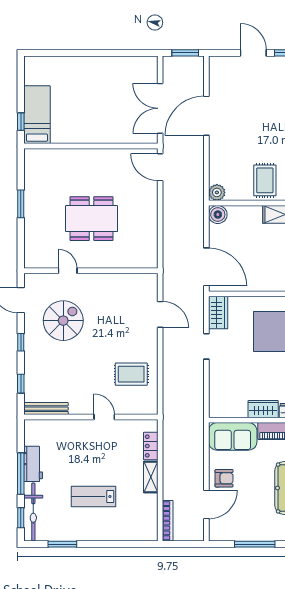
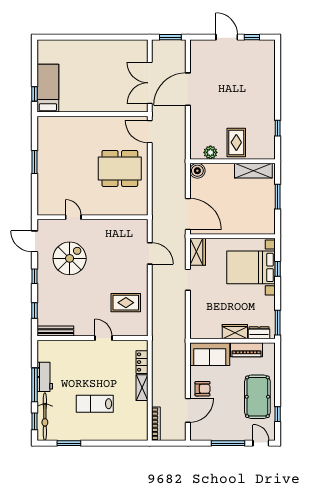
plant: (217, 192) -> (210, 152), moved
dining table: (92, 219) -> (120, 168), moved

